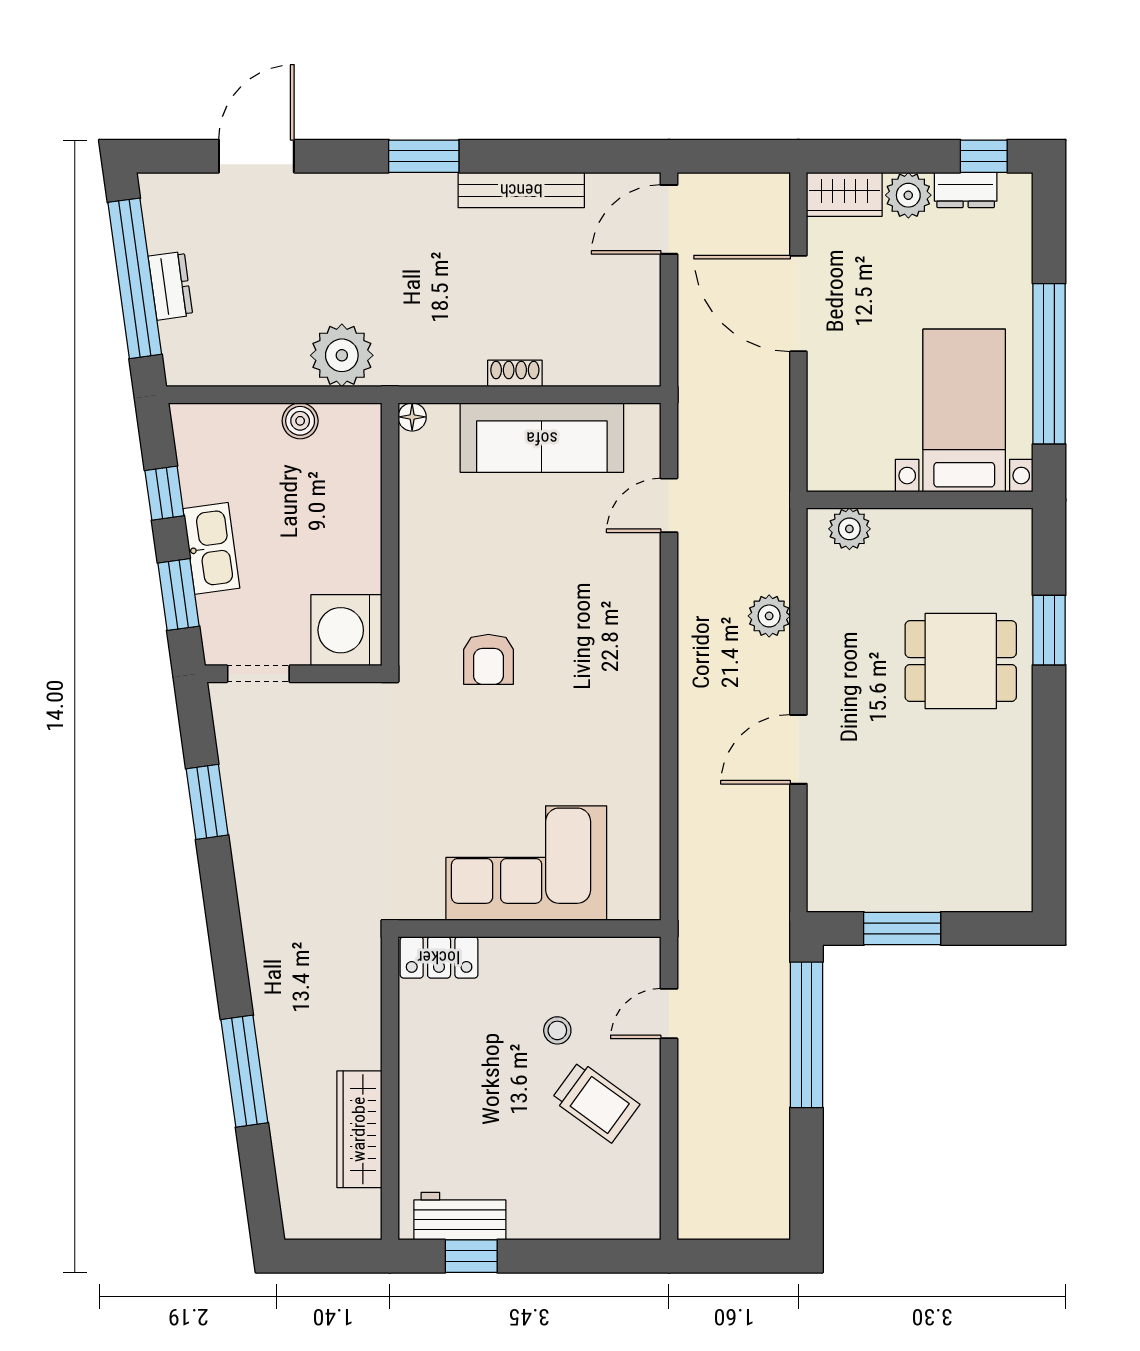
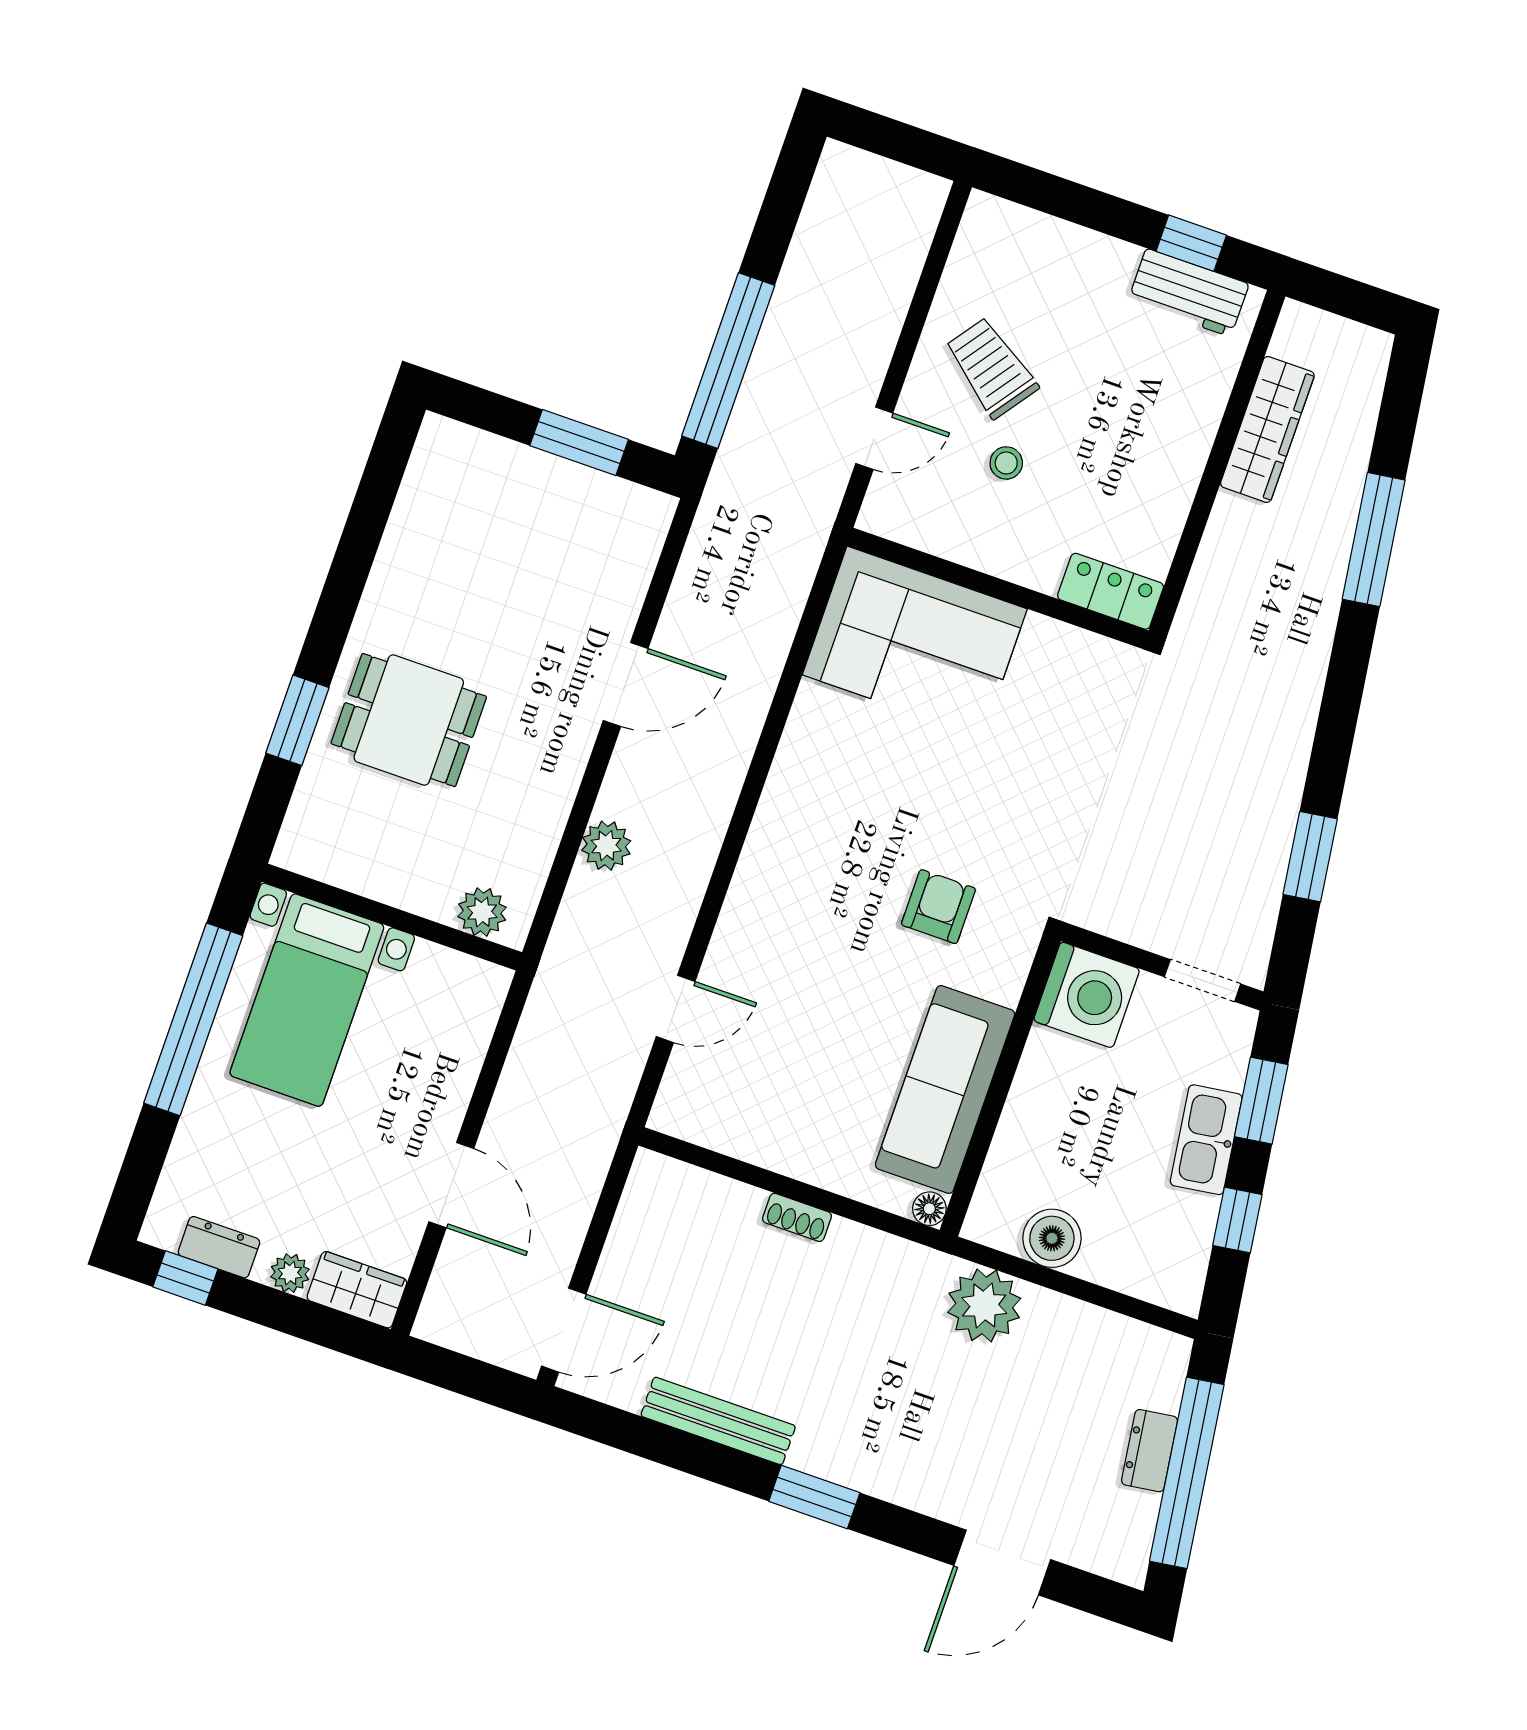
plant: (908, 195) -> (290, 1273), width x0.73, depth x0.73
door: (798, 303) -> (451, 1185), width x0.73
boiler: (300, 421) -> (1052, 1238), width x1.36, depth x1.36
sofa: (542, 438) -> (945, 1089), moved, turned -90
corner sofa: (526, 863) -> (915, 642), moved

